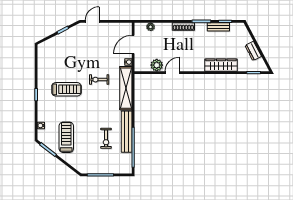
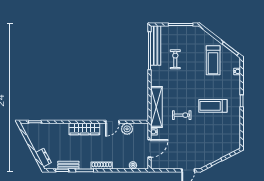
dresser: (253, 51) -> (43, 158), moved
wardrobe: (221, 65) -> (84, 129), moved
bench: (127, 132) -> (156, 45), moved

